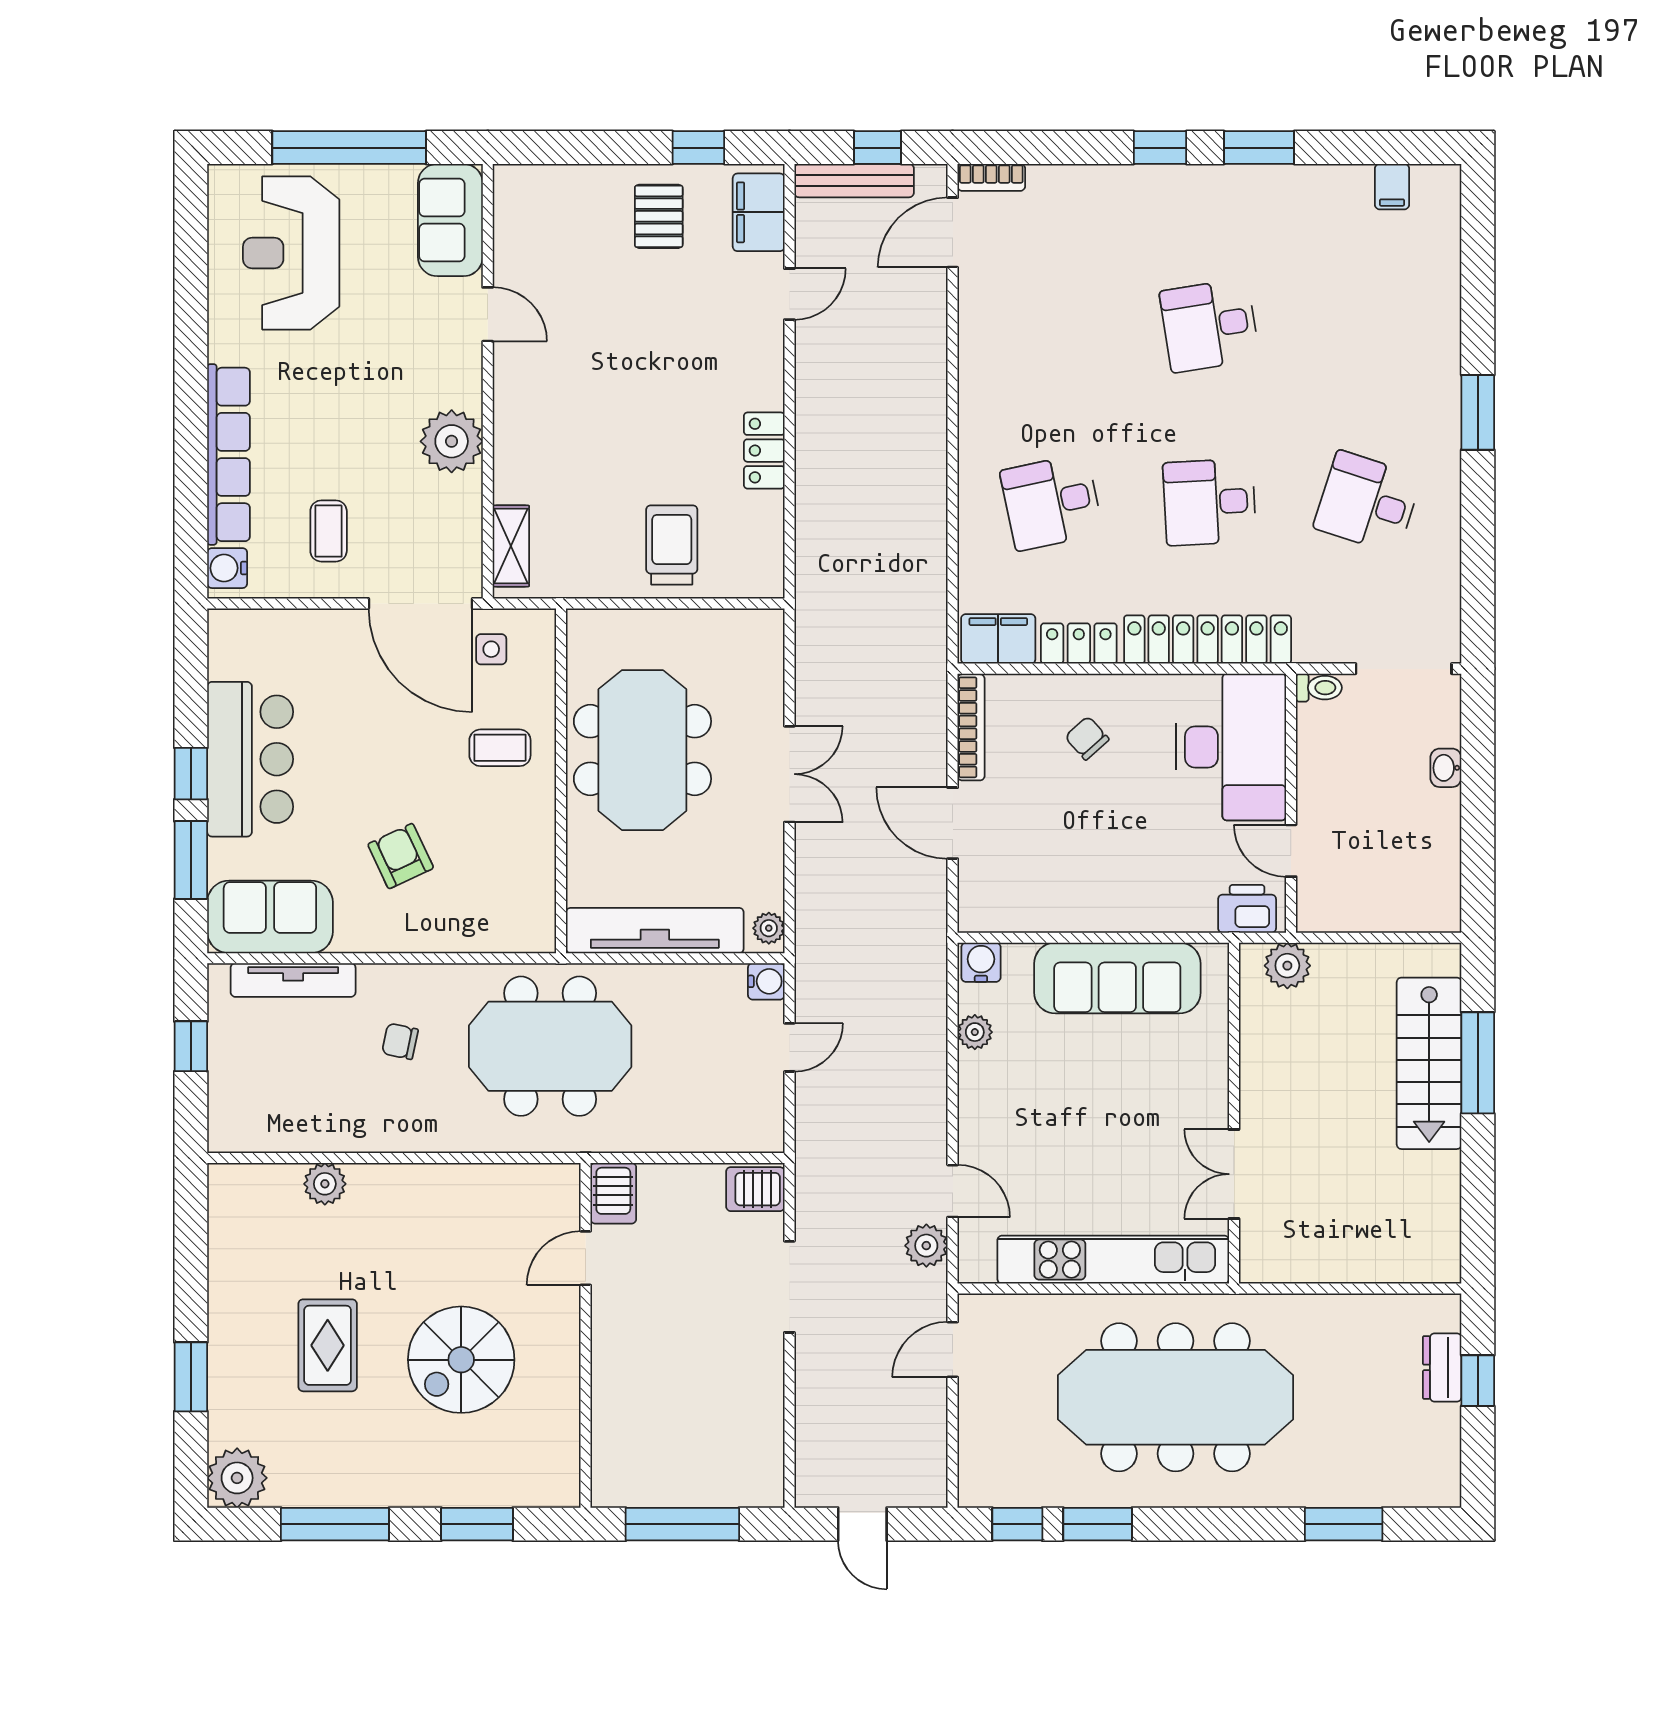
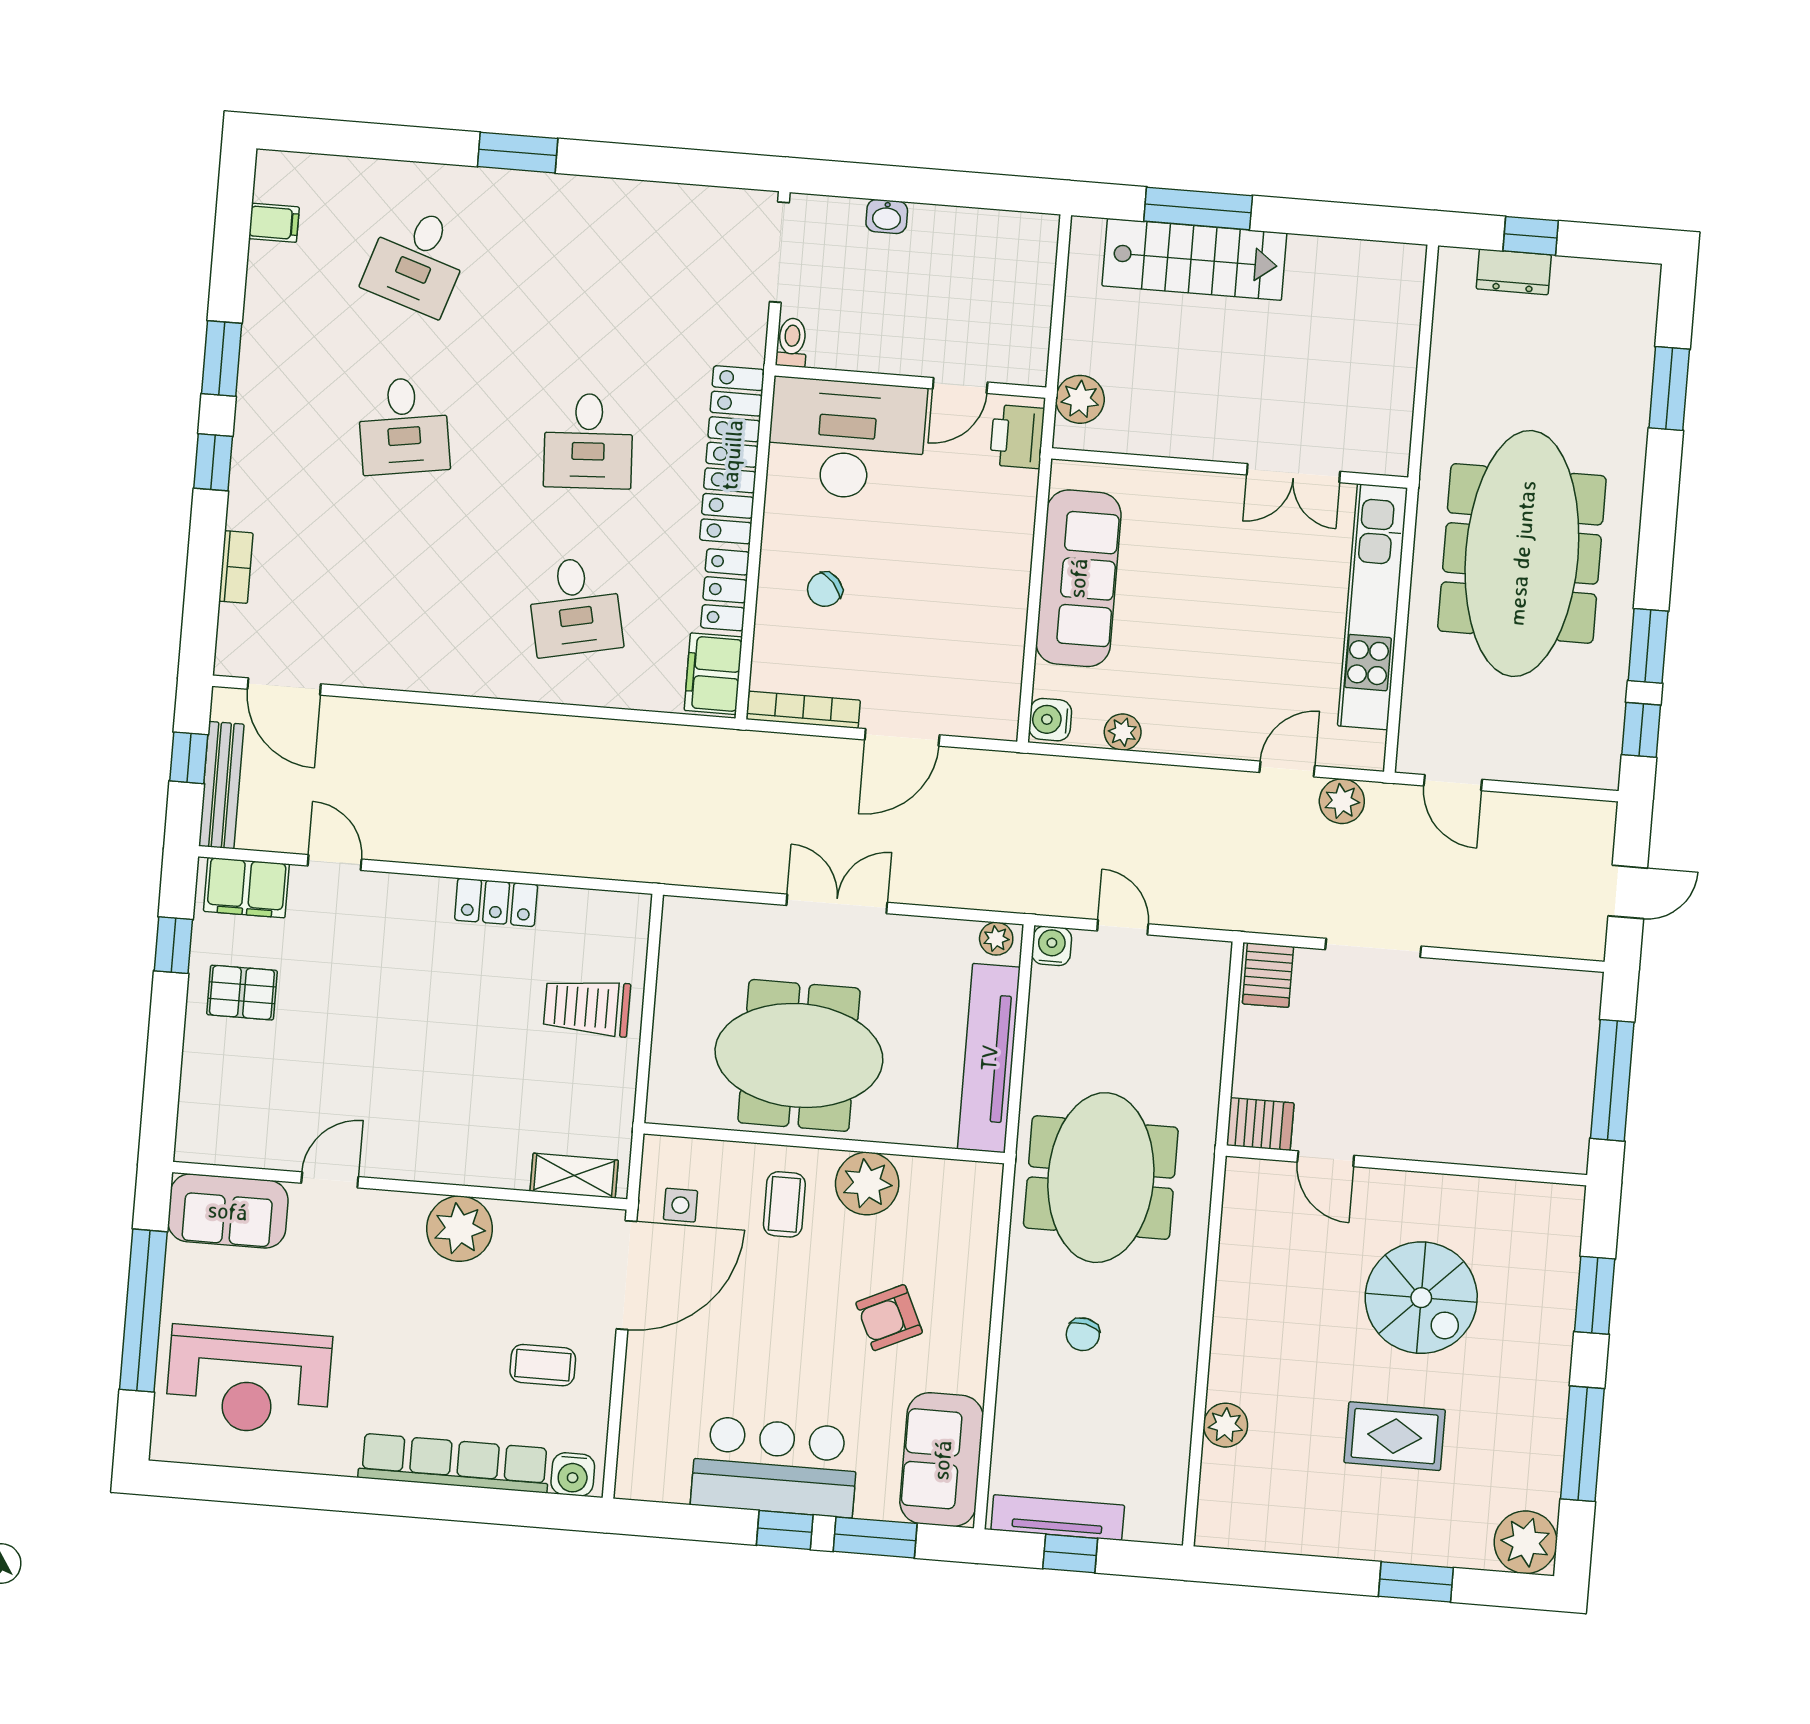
bookcase: (991, 177) -> (236, 567), moved
desk: (1367, 502) -> (417, 260), moved
plant: (526, 825) -> (867, 1184), added
tv unit: (293, 980) -> (1058, 1517), moved, turned -90

